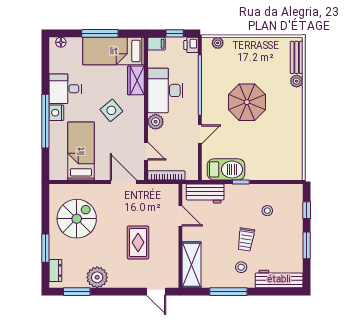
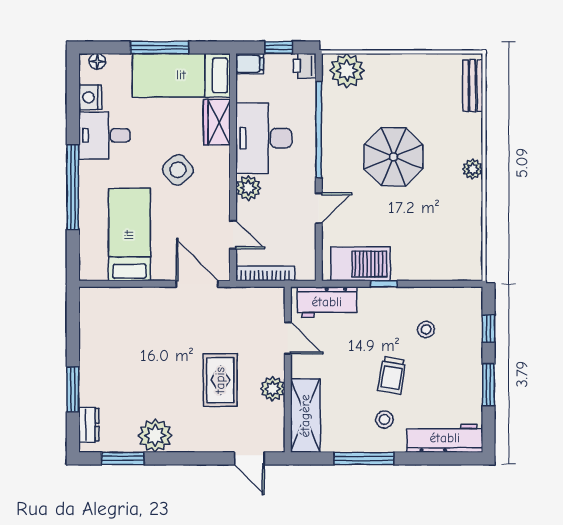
plant: (218, 43) -> (347, 71), width x1.88, depth x1.88
plant: (297, 81) -> (473, 169), moved
nightstand: (56, 113) -> (90, 97), moved
spiral stairs: (77, 219) -> (123, 342), removed
plant: (171, 248) -> (273, 389), added

